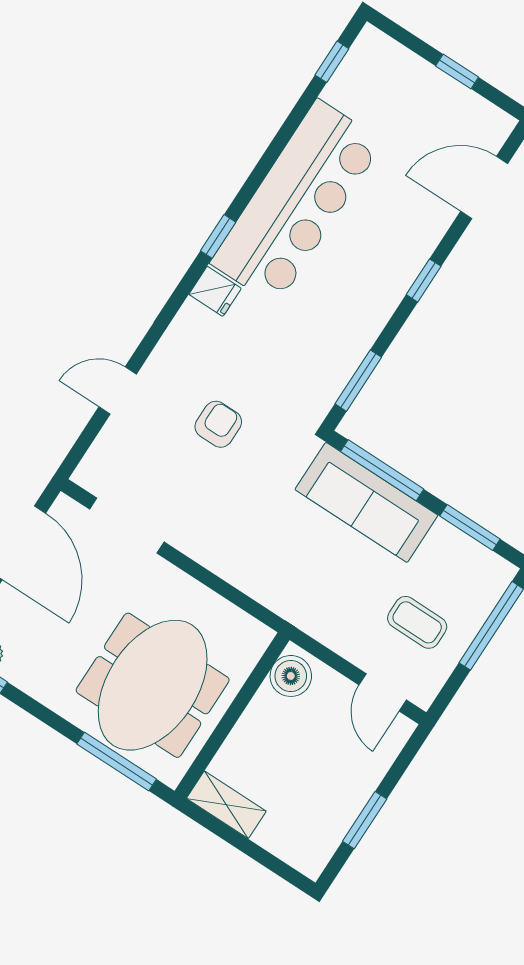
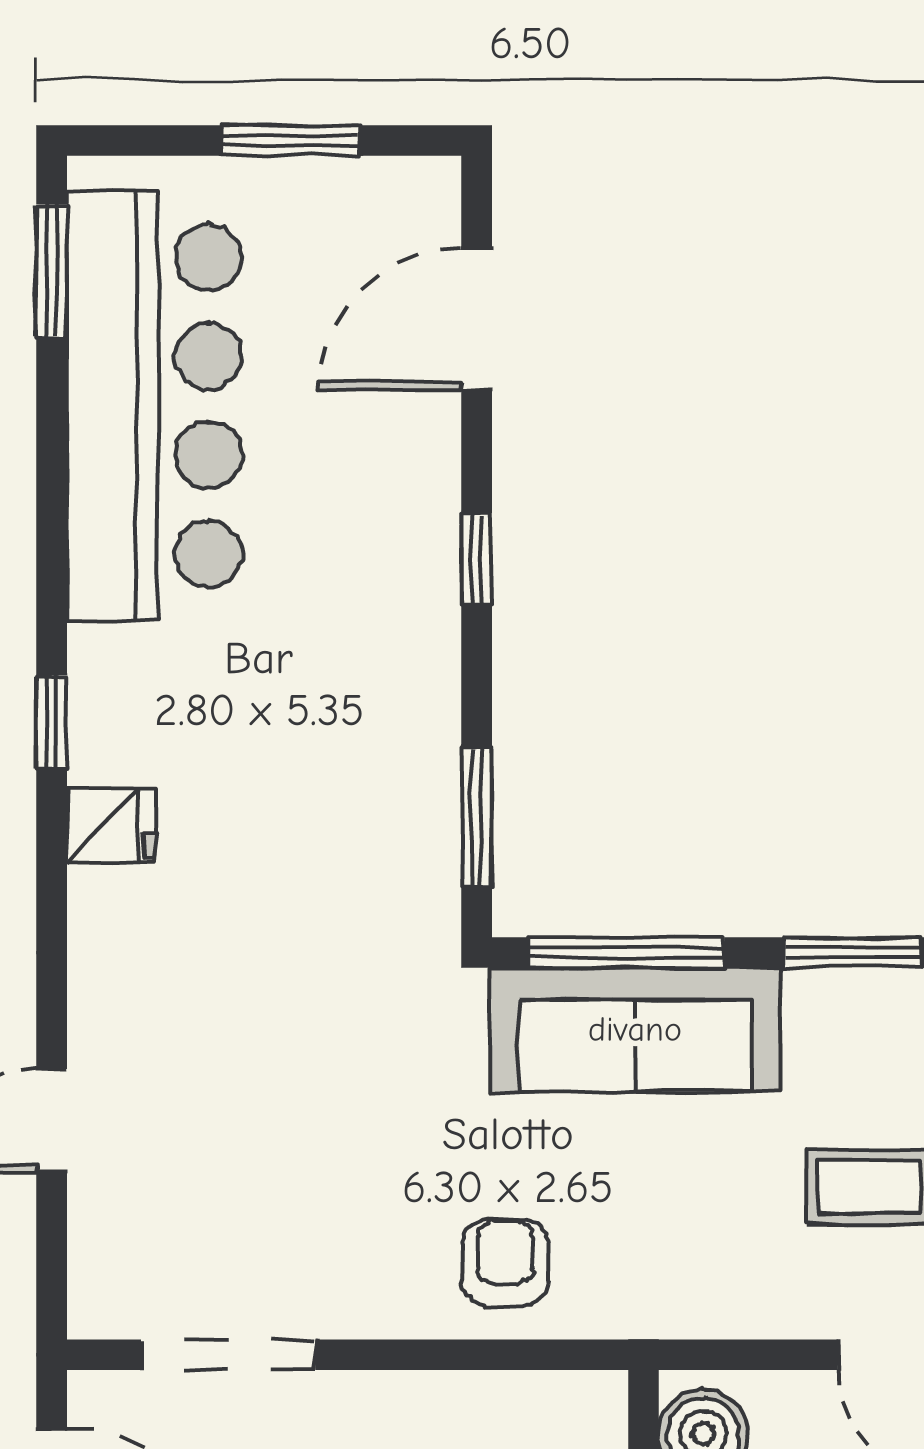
window: (332, 62) -> (52, 271), width x1.50
window: (457, 72) -> (290, 141), width x1.50
bar counter: (297, 202) -> (154, 406), moved
armchair: (218, 424) -> (505, 1263), moved

